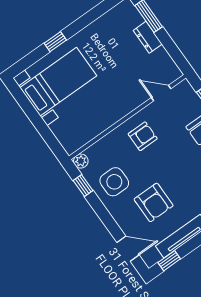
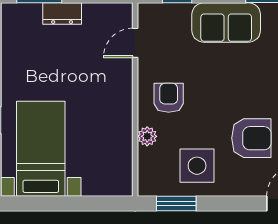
plant: (81, 161) -> (147, 136), moved
window: (83, 185) -> (176, 203), width x1.50

